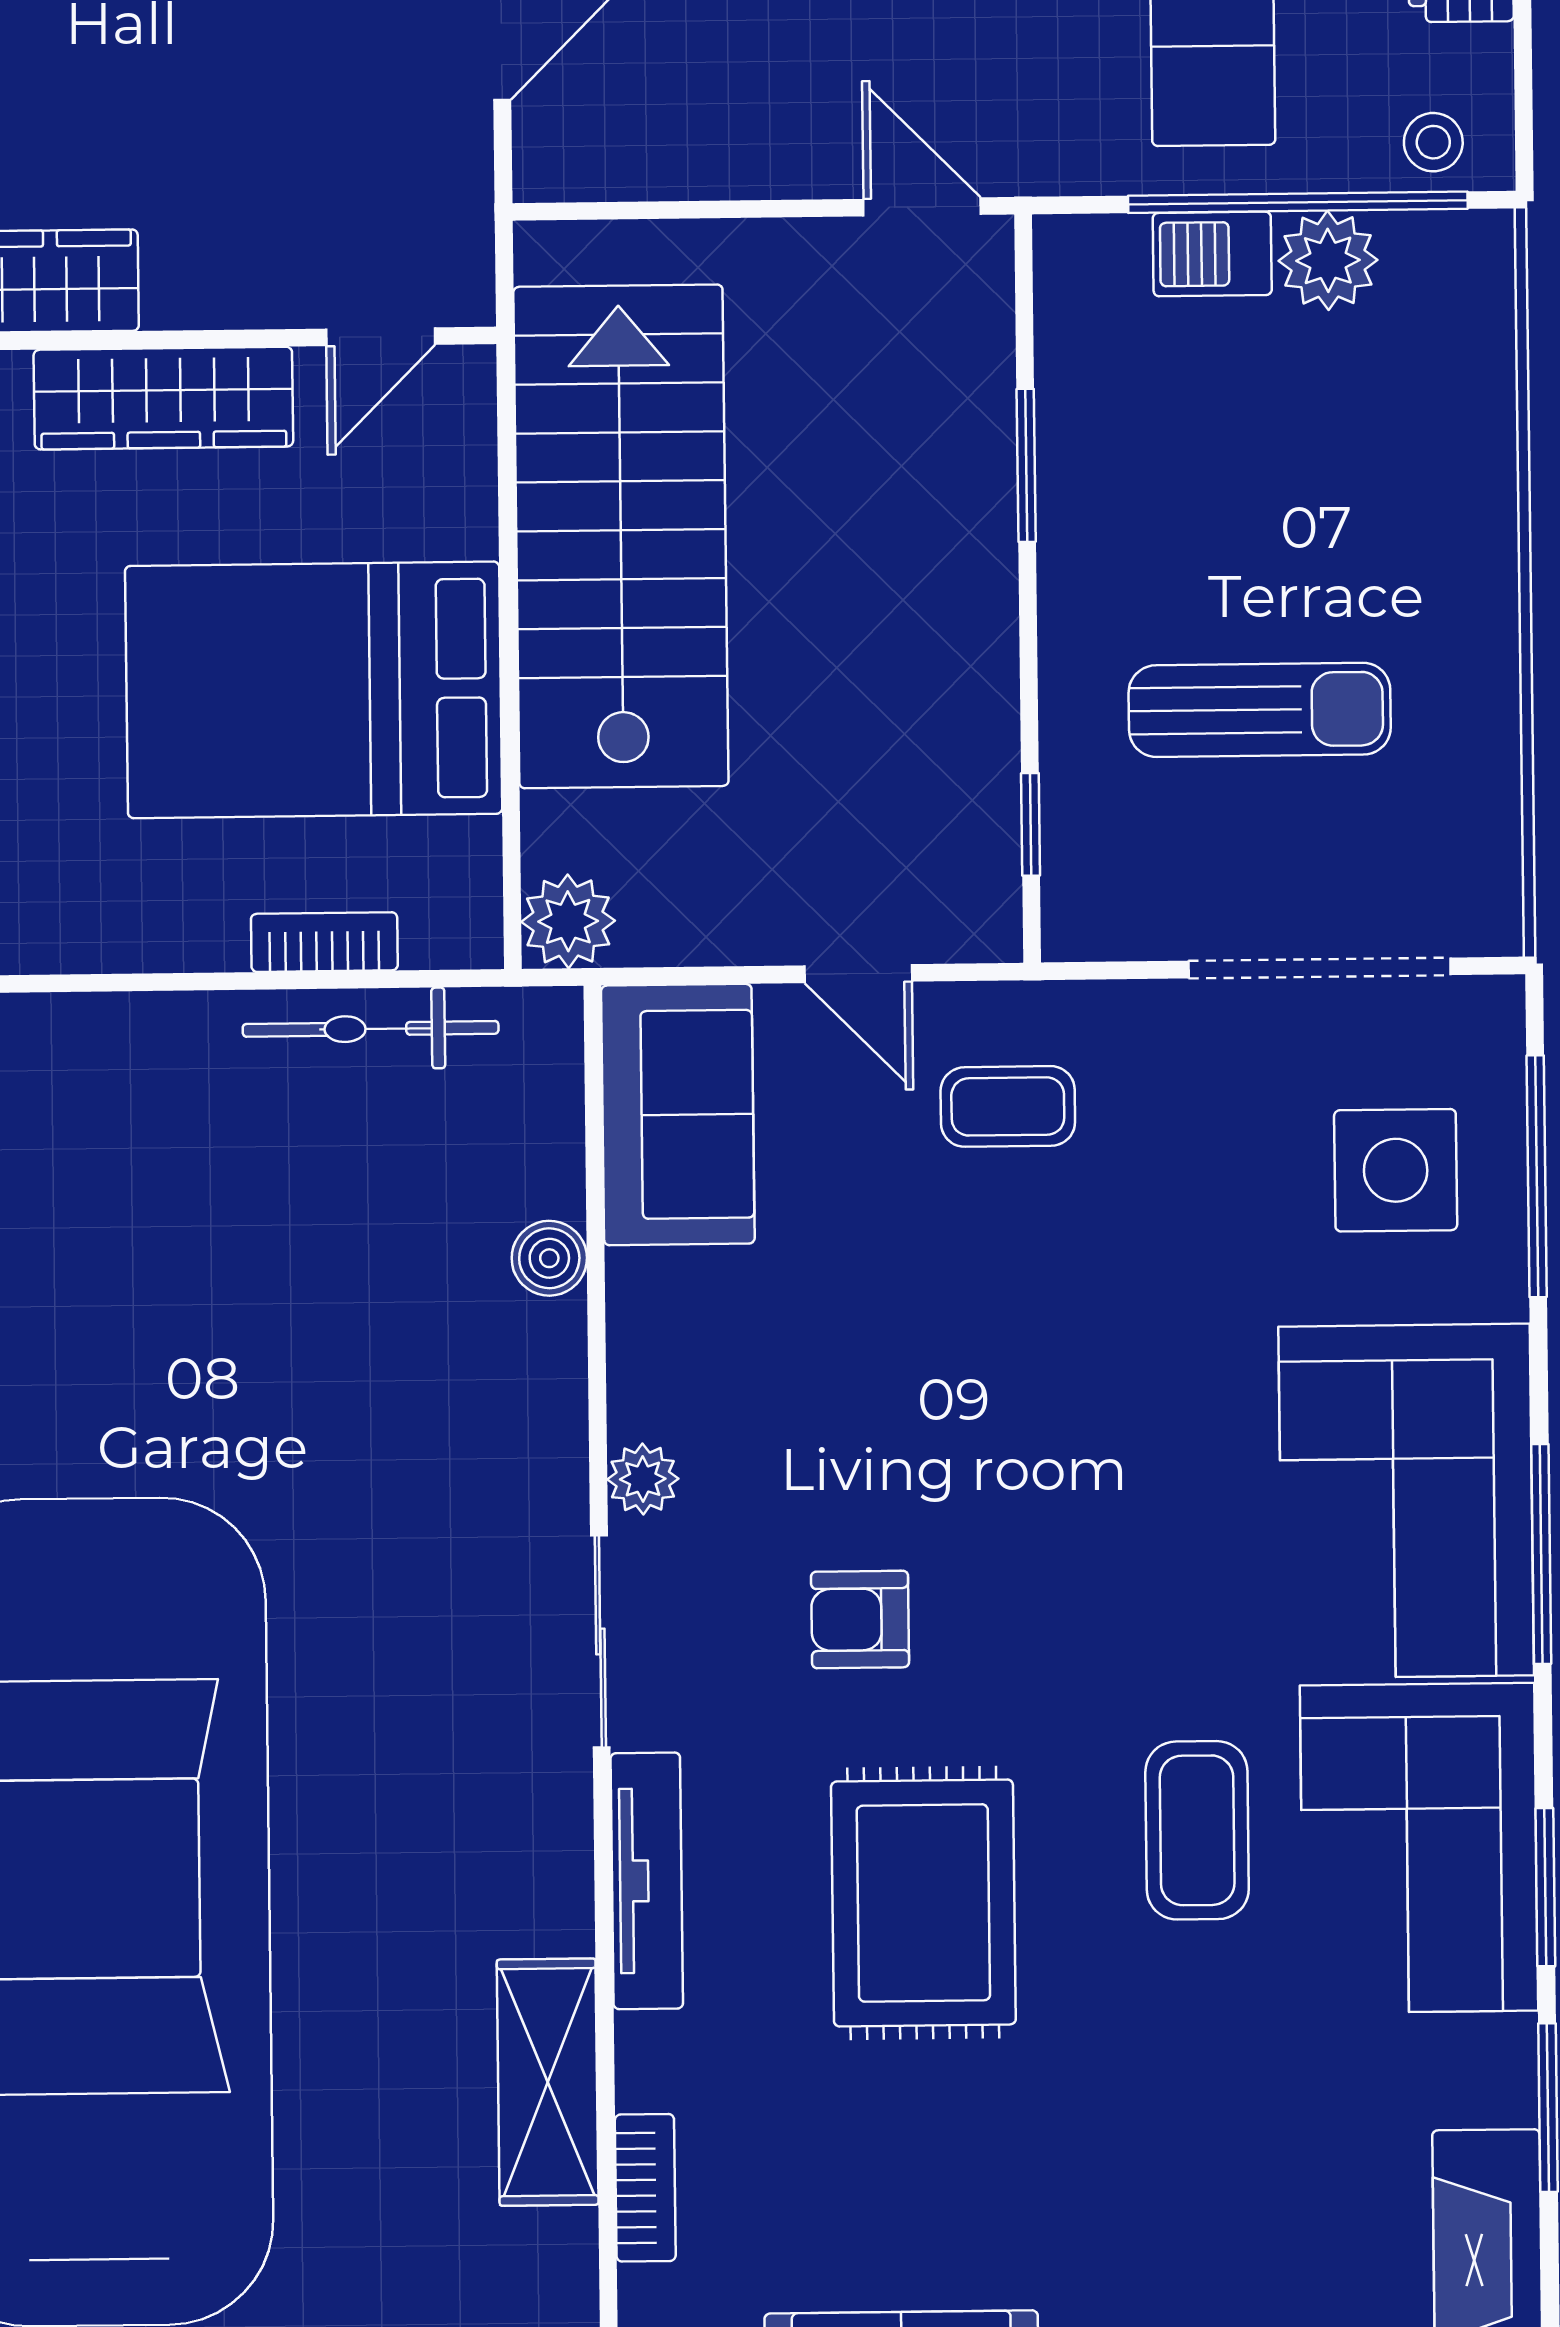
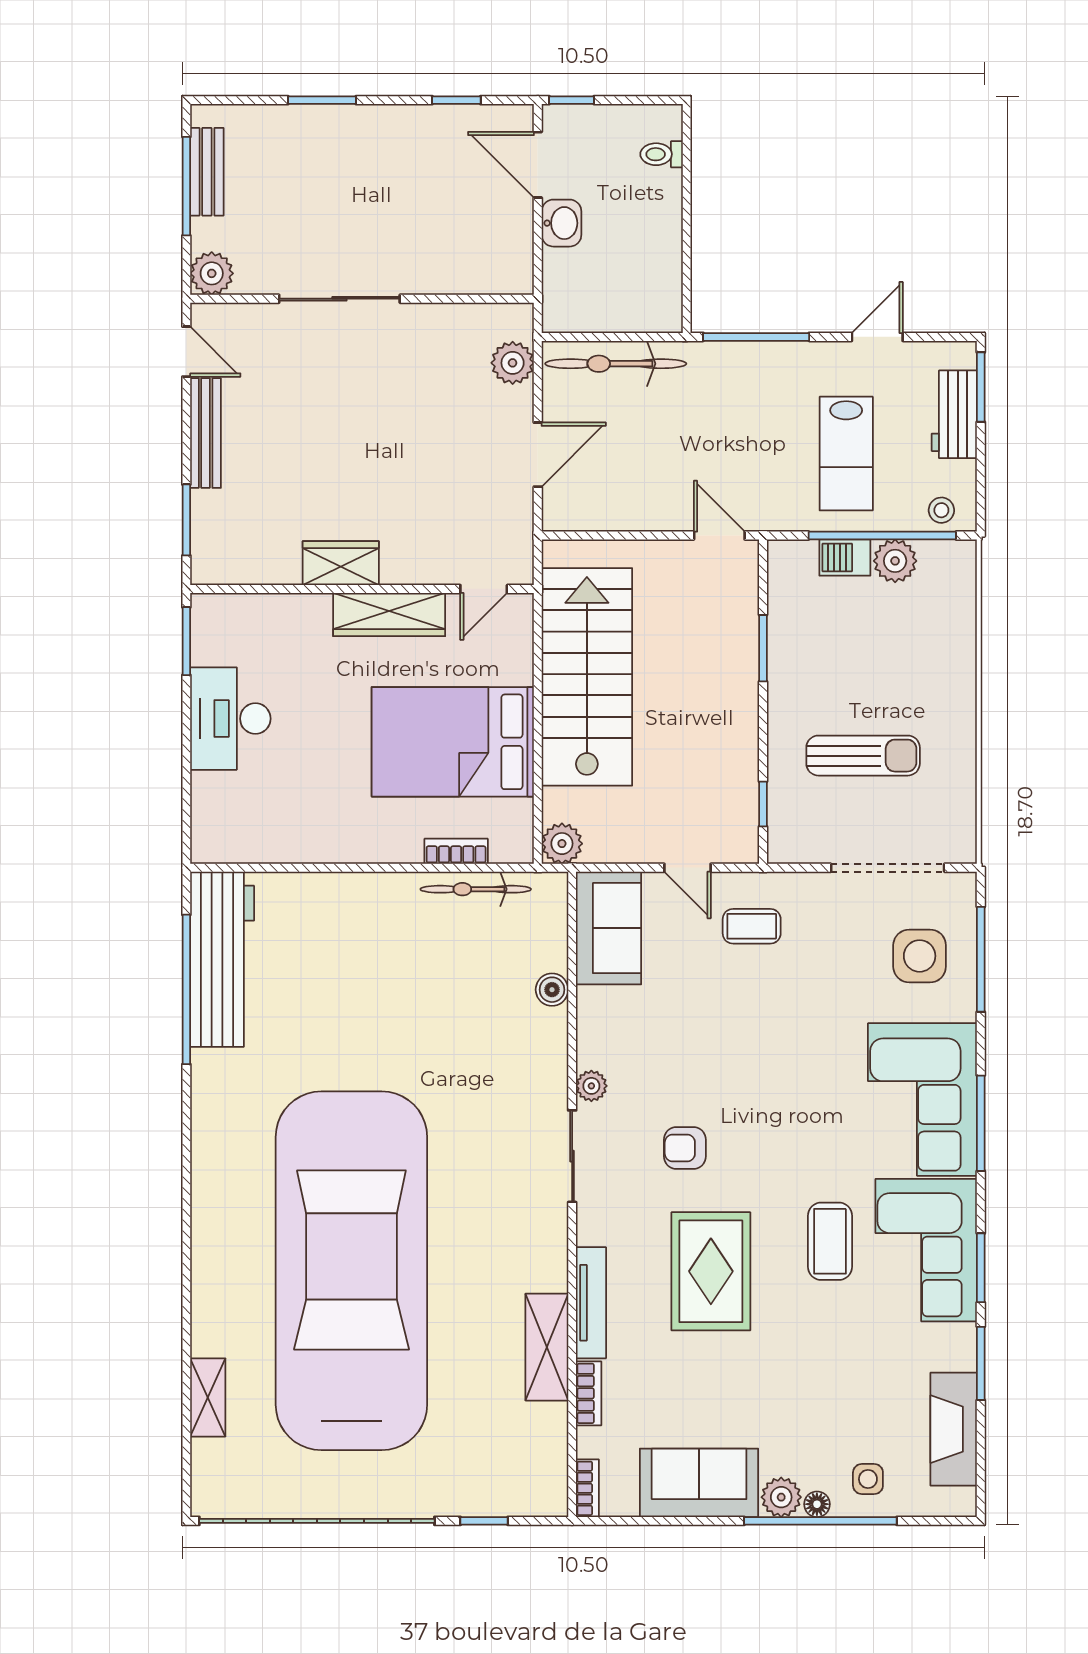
tv unit: (647, 1881) -> (591, 1303), moved

